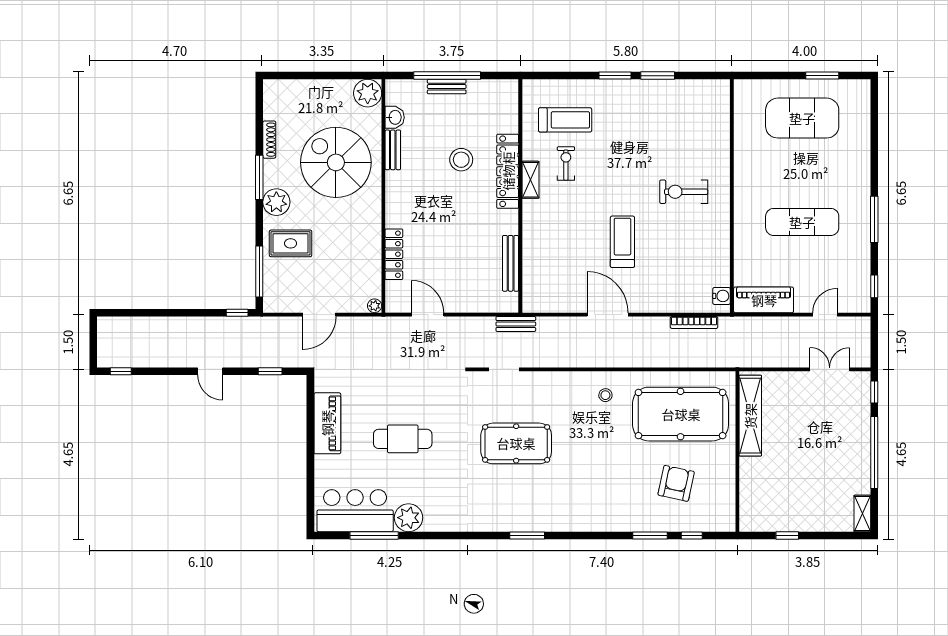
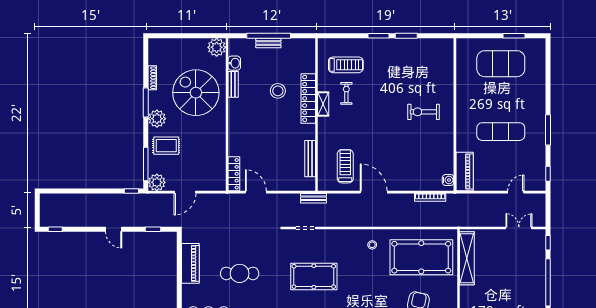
treadmill: (622, 242) -> (345, 166), moved
locker: (394, 254) -> (234, 174), moved
piano: (764, 300) -> (465, 171), moved, turned 90
plant: (375, 306) -> (157, 182), moved, width x1.88, depth x1.88

